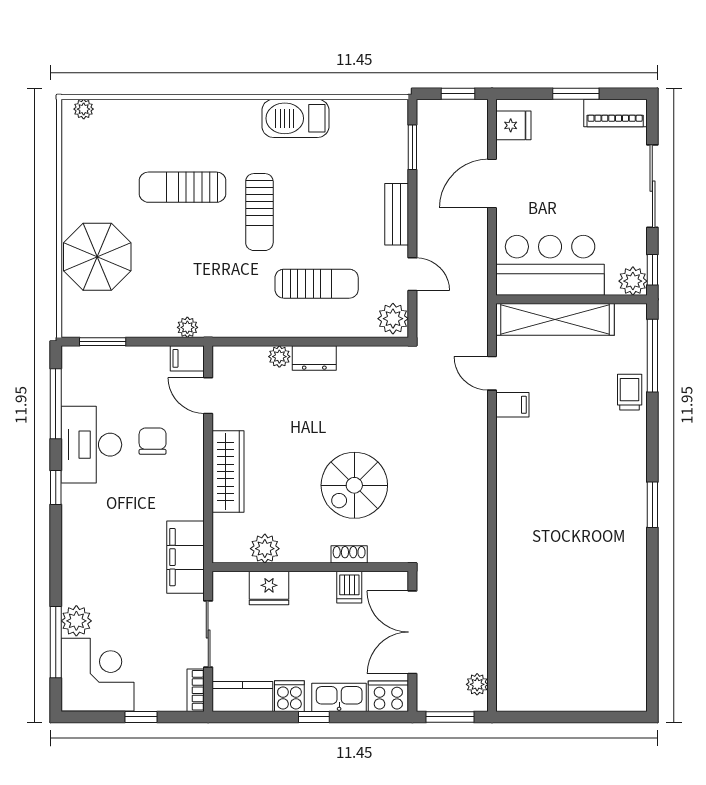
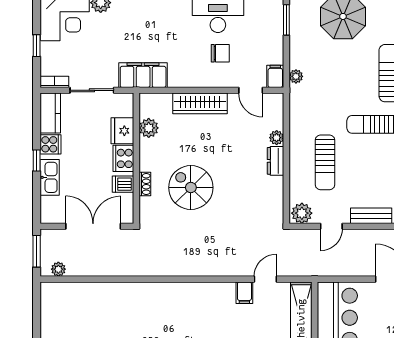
door: (208, 396) -> (251, 90), swing flipped
cooker: (388, 696) -> (123, 158), moved, turned 180

